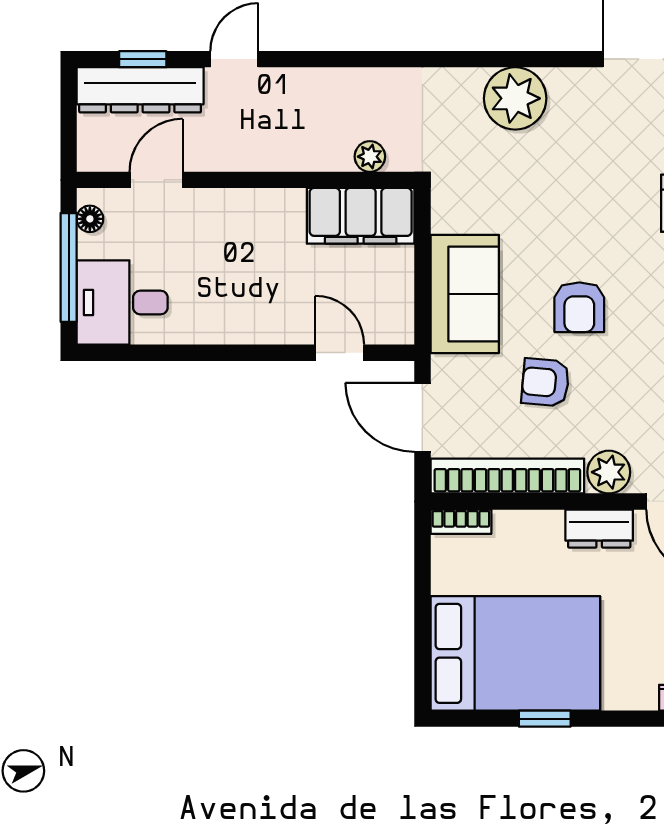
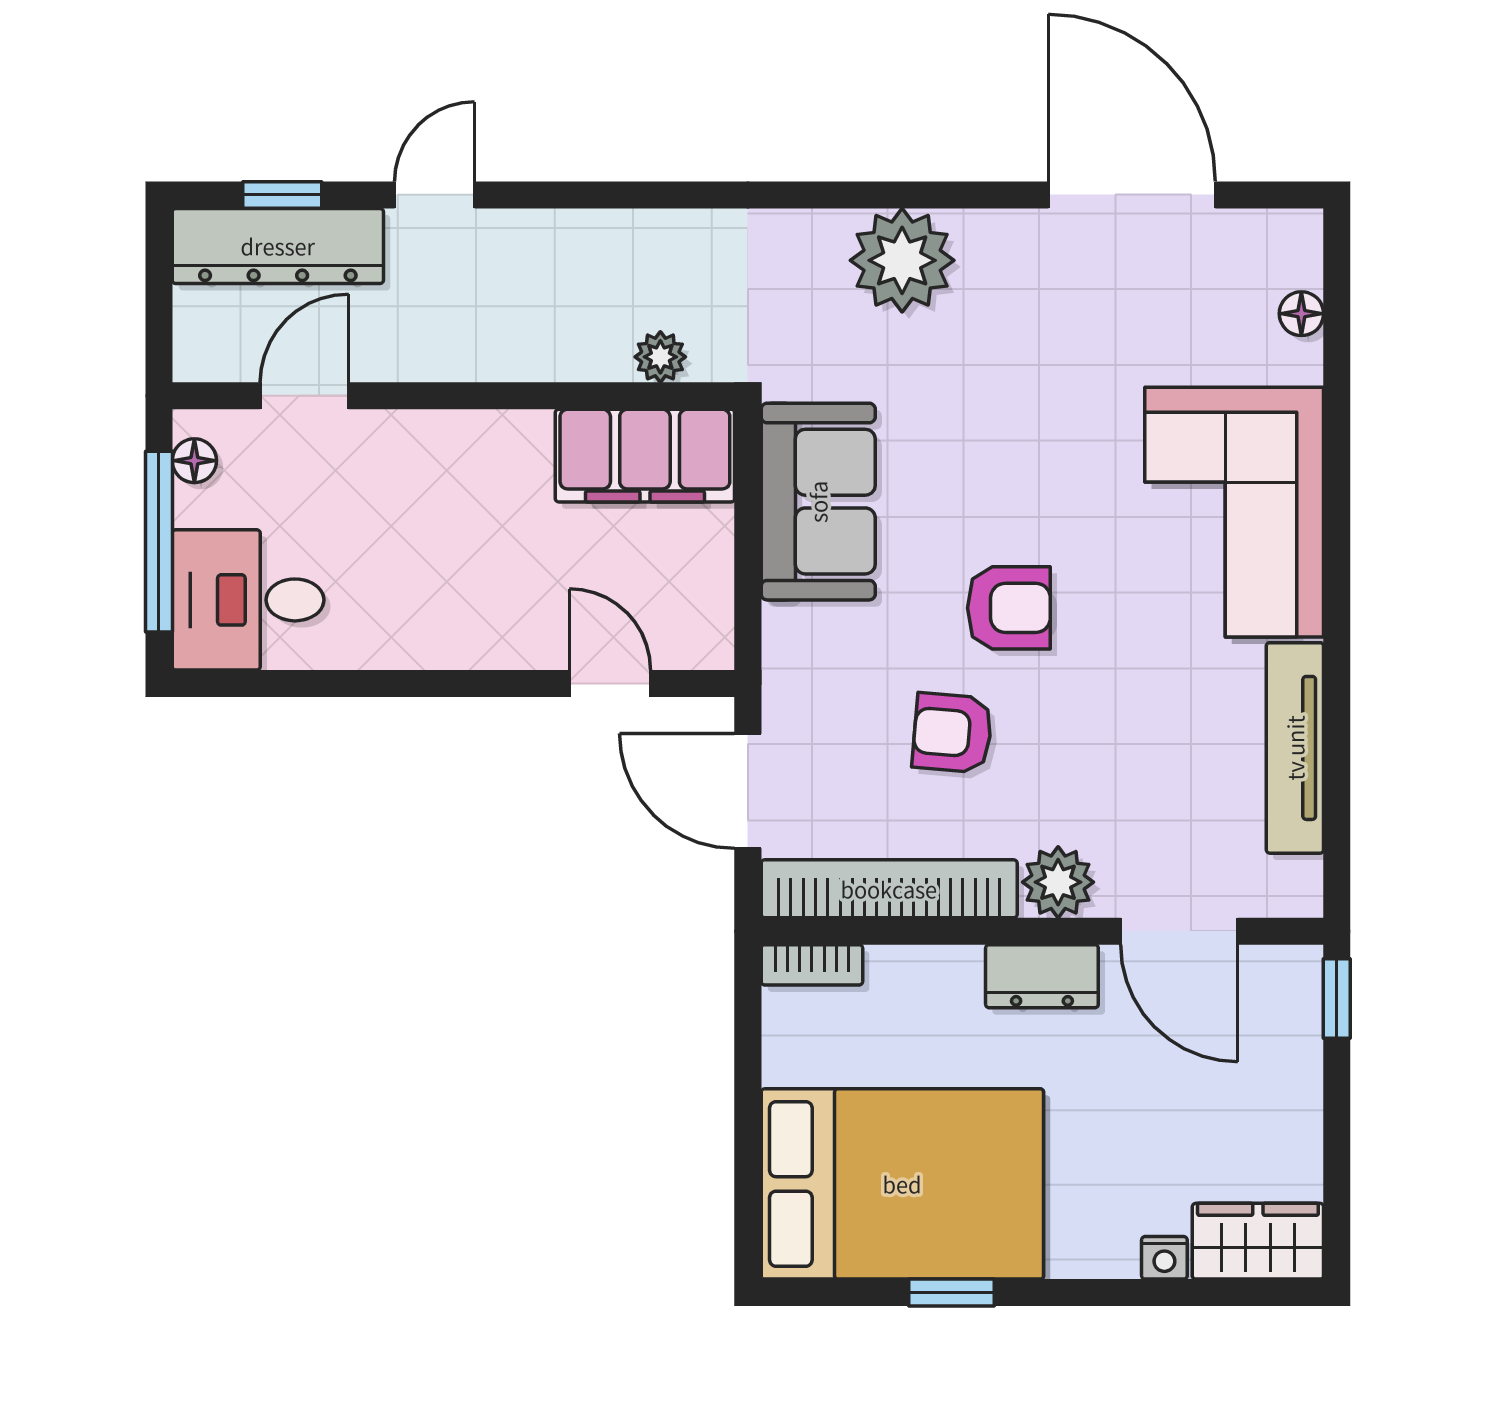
sofa: (465, 294) -> (818, 502), moved
armchair: (579, 307) -> (1009, 608), turned -90

